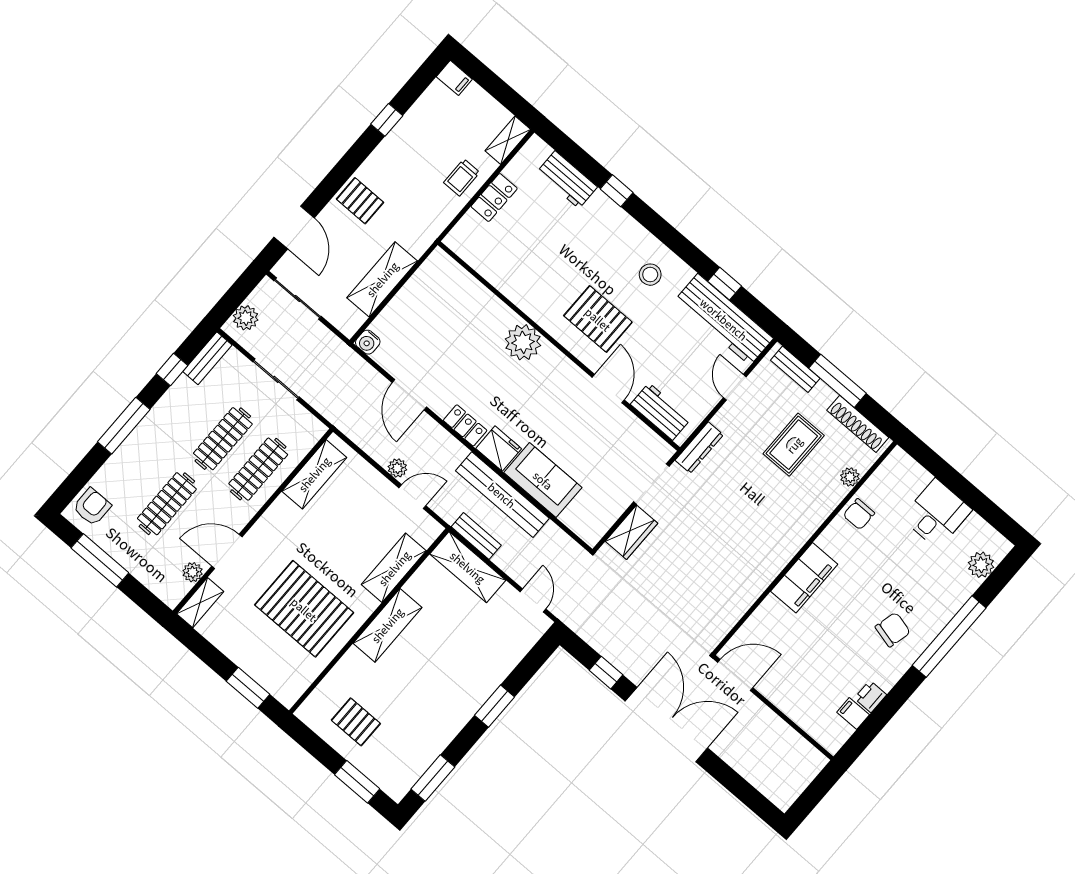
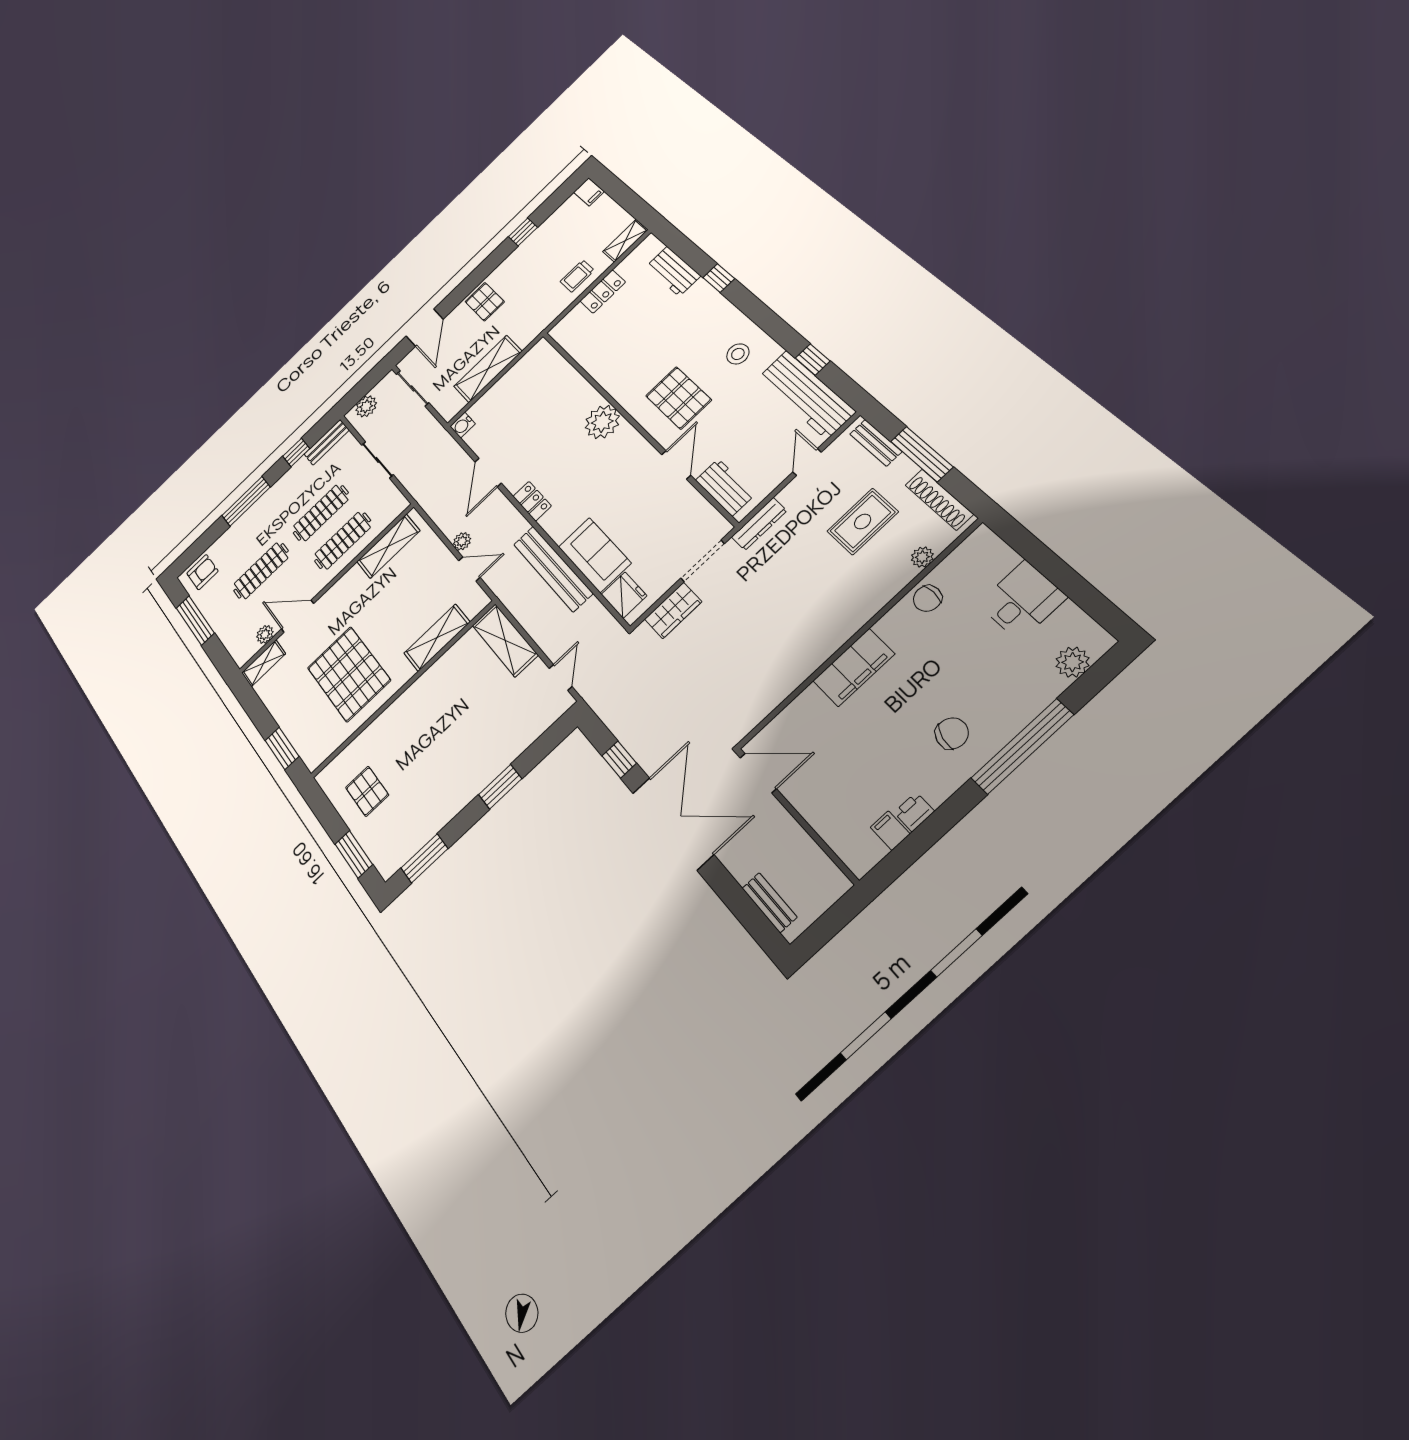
fridge: (499, 449) -> (624, 595), moved
bench: (476, 536) -> (769, 903), moved
shelving: (387, 625) -> (418, 695), removed

